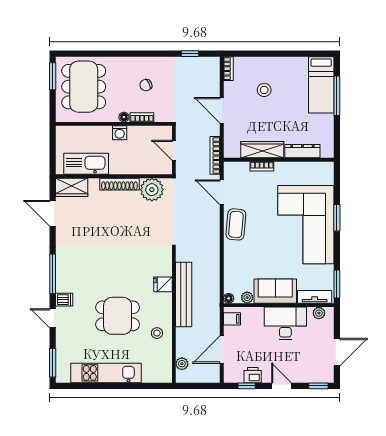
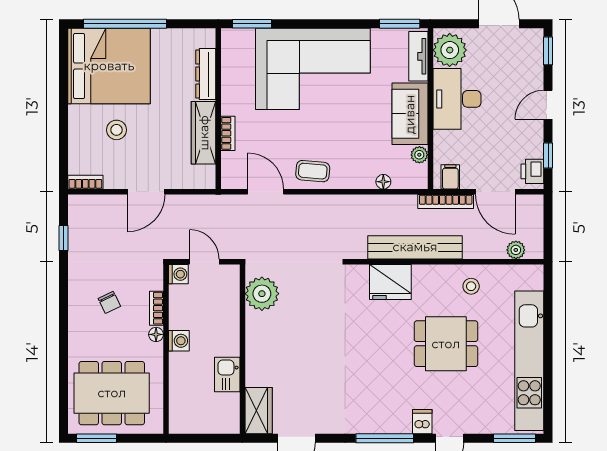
bed: (321, 85) -> (109, 66), width x2.04
window: (337, 96) -> (125, 24), width x1.46
washing machine: (165, 132) -> (178, 274), added
door: (174, 150) -> (204, 262), swing flipped
bookcase: (215, 155) -> (446, 201), moved
kitchen sink: (86, 164) -> (227, 374), width x0.53, depth x0.81
shoe rack: (119, 184) -> (254, 341), removed
door: (222, 192) -> (266, 192), swing flipped
window: (337, 218) -> (252, 24), moved
coffee table: (236, 224) -> (313, 171), width x0.73, depth x0.77
fridge: (163, 284) -> (390, 282), width x1.88, depth x1.34
floor lamp: (229, 298) -> (383, 182), moved
plant: (319, 313) -> (450, 50), width x1.87, depth x1.87
dining table: (118, 316) -> (446, 344), turned 90
kitchen unit: (106, 373) -> (529, 361), width x1.36
printer: (253, 375) -> (532, 171), moved

